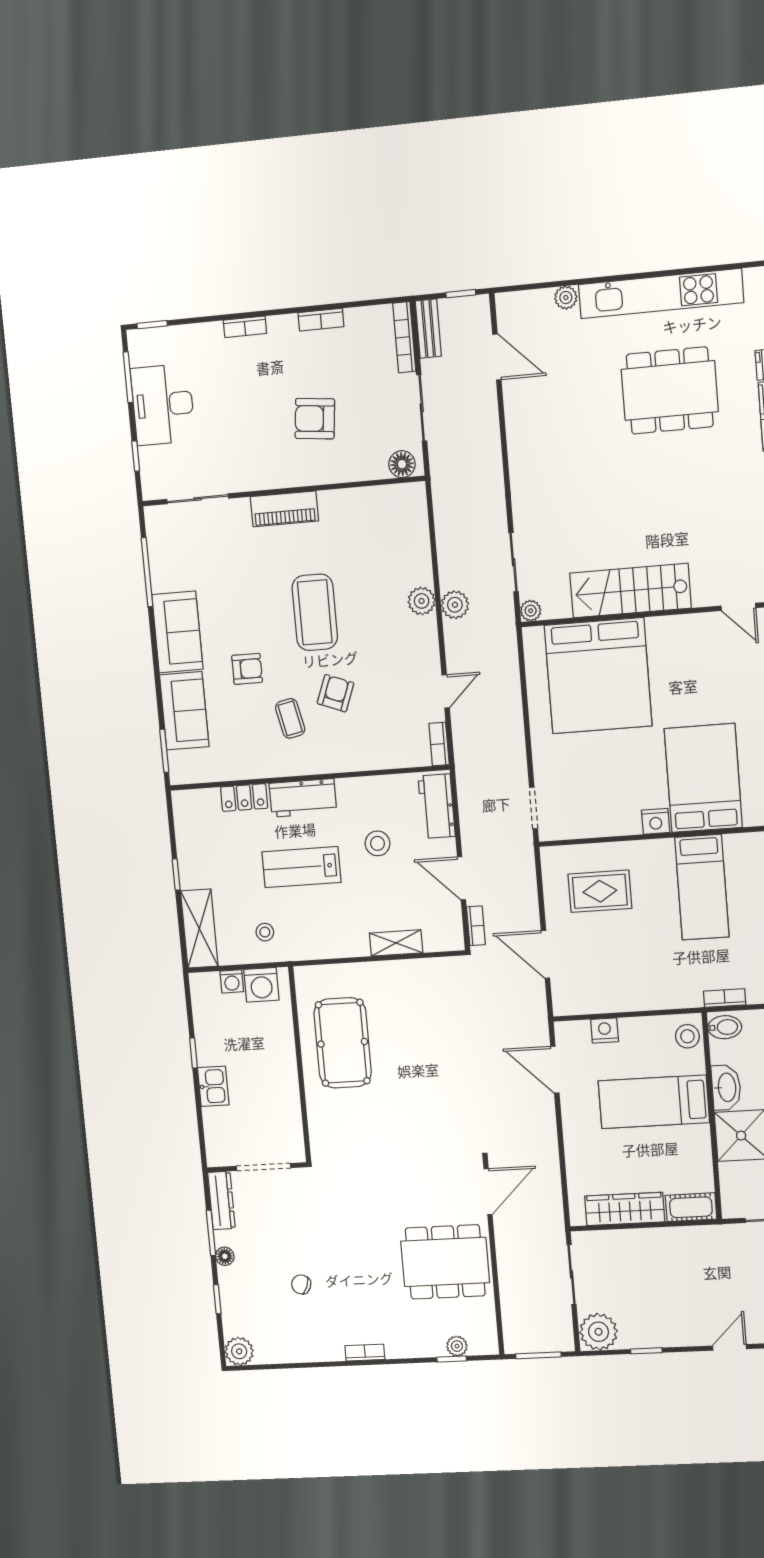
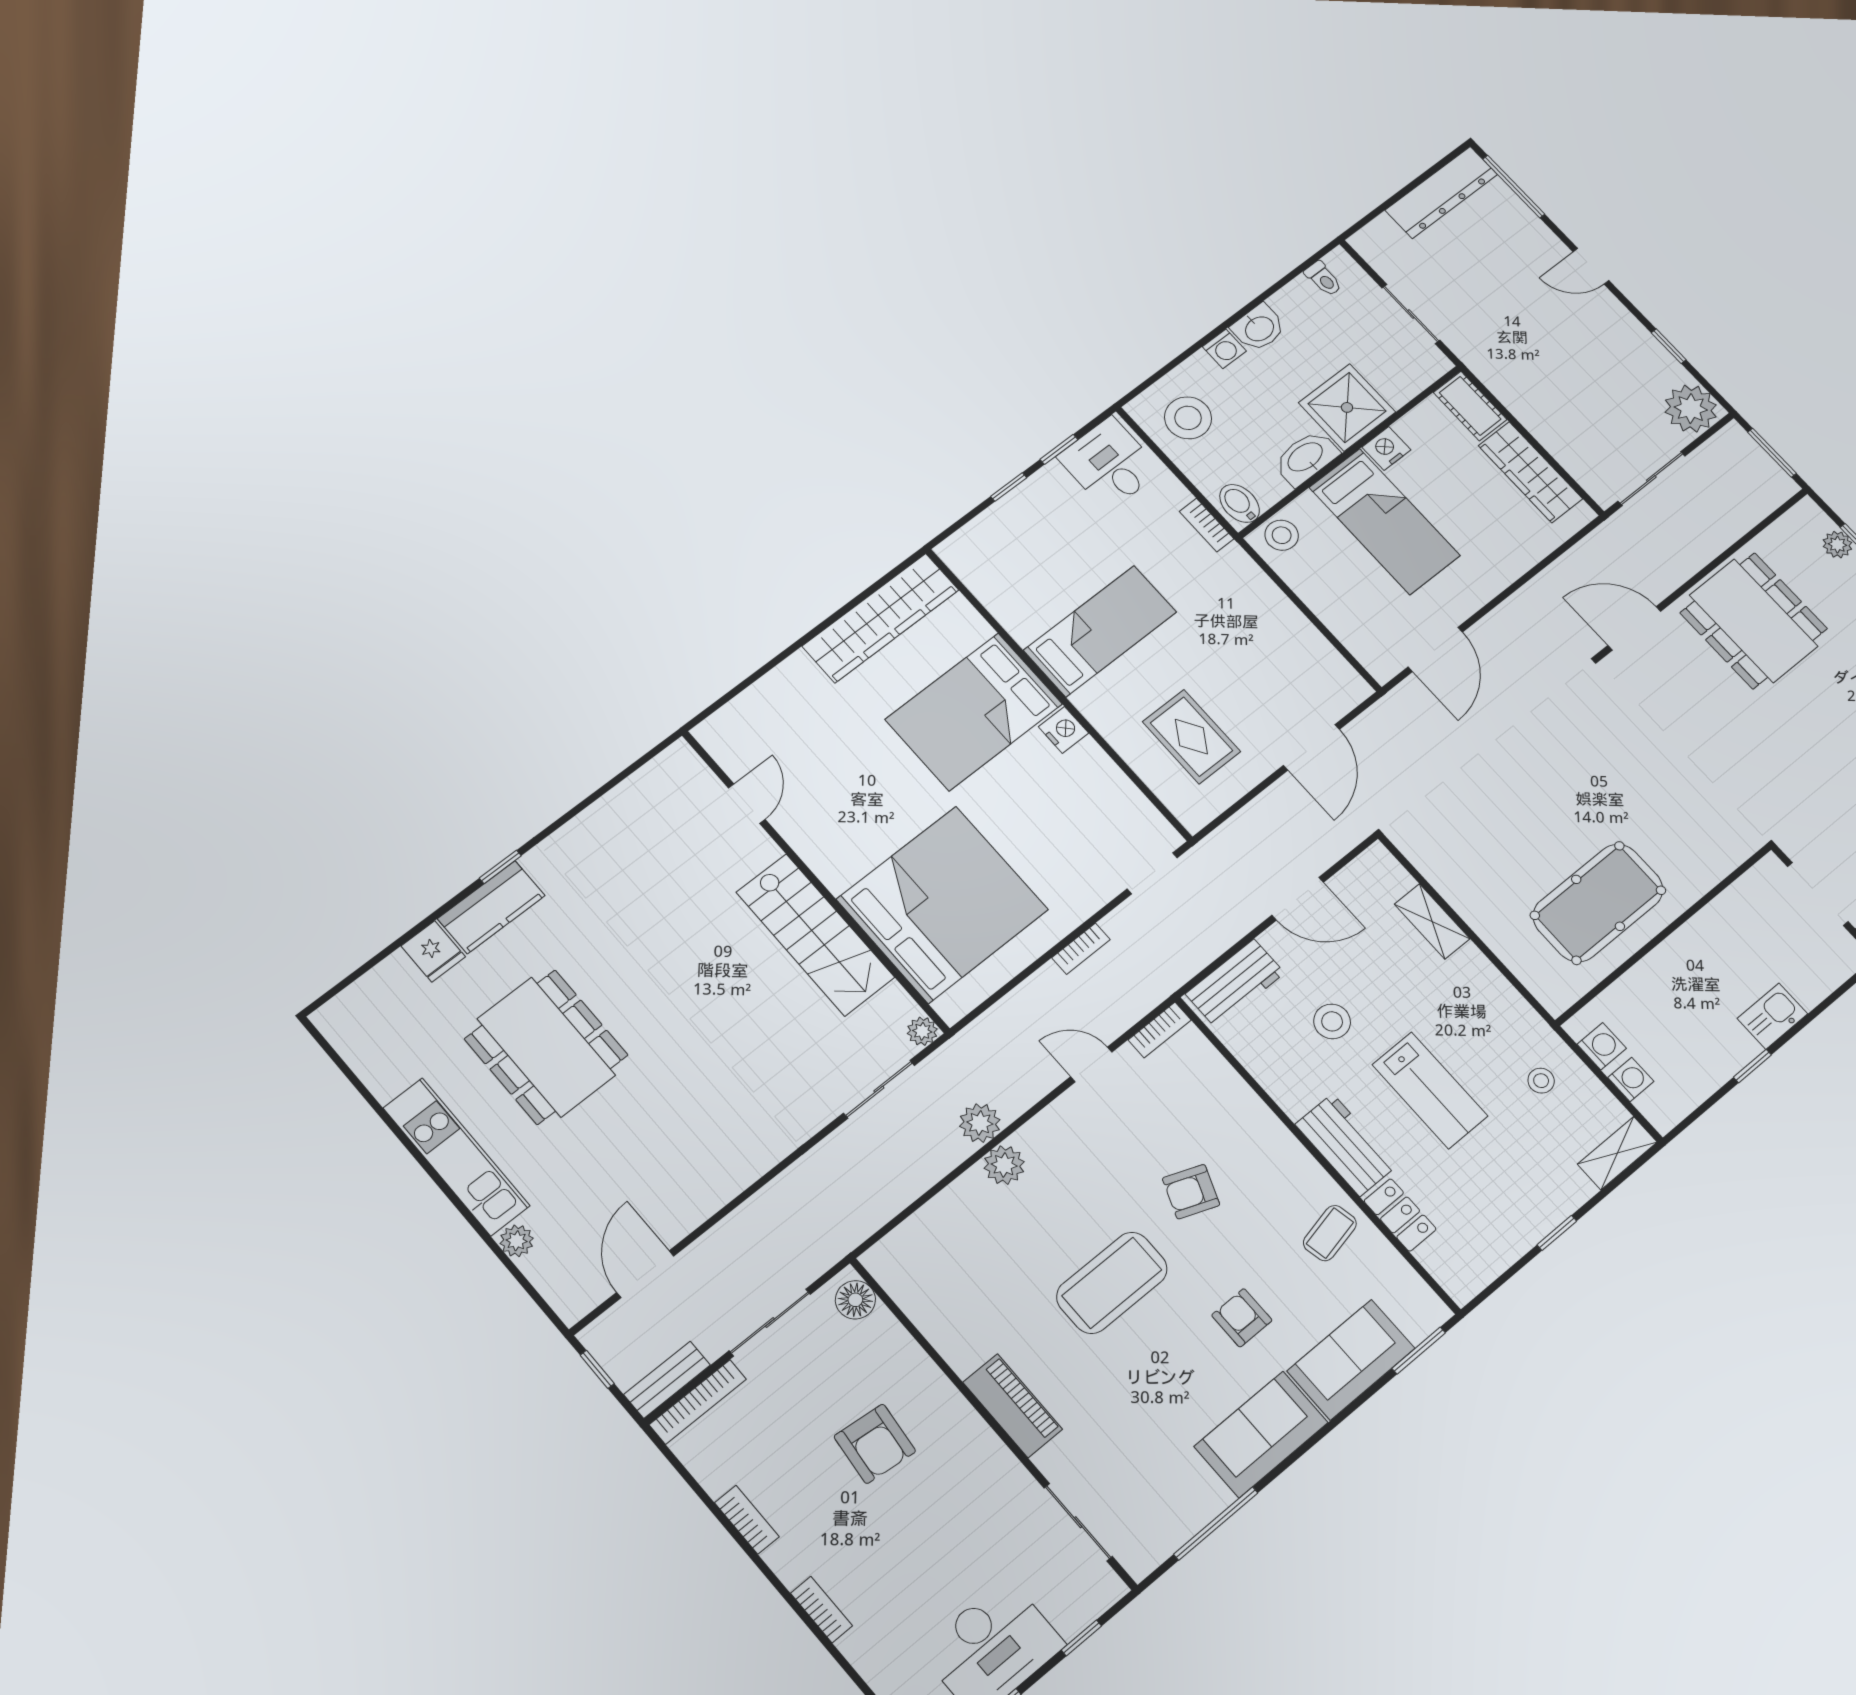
kitchen unit: (661, 294) -> (456, 1157), width x0.73
coffee table: (290, 718) -> (1330, 1233), moved
door: (461, 878) -> (1298, 899), hinge flipped
bookcase: (476, 926) -> (1081, 949), moved, turned 180
shelving: (199, 929) -> (1617, 1153), width x0.67, depth x0.75
washing machine: (261, 985) -> (1602, 1046), width x0.73, depth x0.73
nightstand: (605, 1030) -> (1386, 448), moved, turned 90

